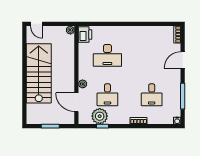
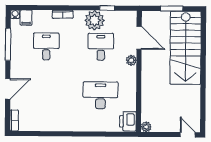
stairs: (39, 73) -> (186, 48), moved
plant: (100, 116) -> (95, 20), moved
filing cabinet: (168, 118) -> (26, 18), added

